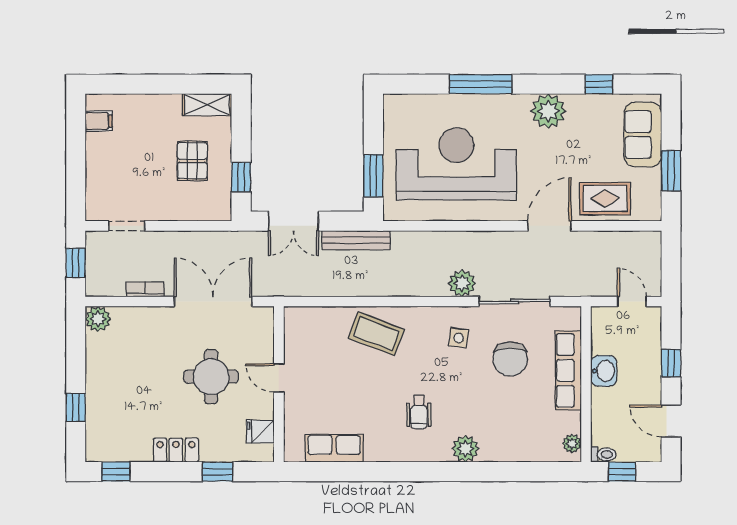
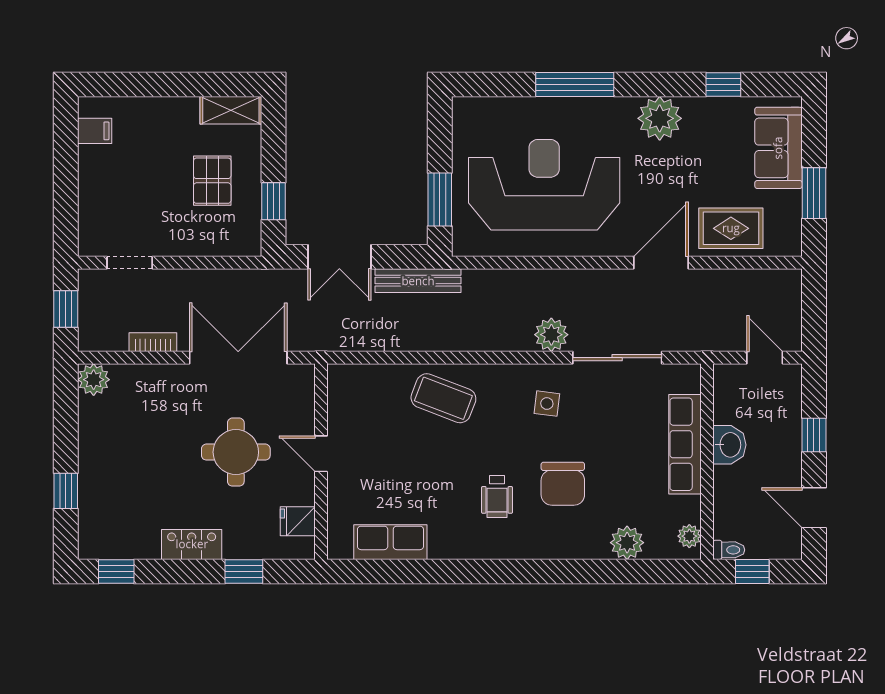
chair: (510, 359) -> (563, 484), moved
plant: (465, 449) -> (627, 543), moved

